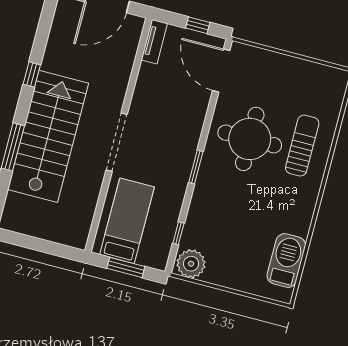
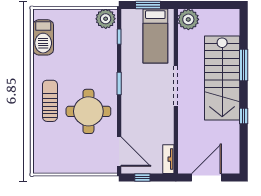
sun lounger: (302, 146) -> (50, 101), moved, turned 180
plant: (74, 232) -> (188, 19), added

